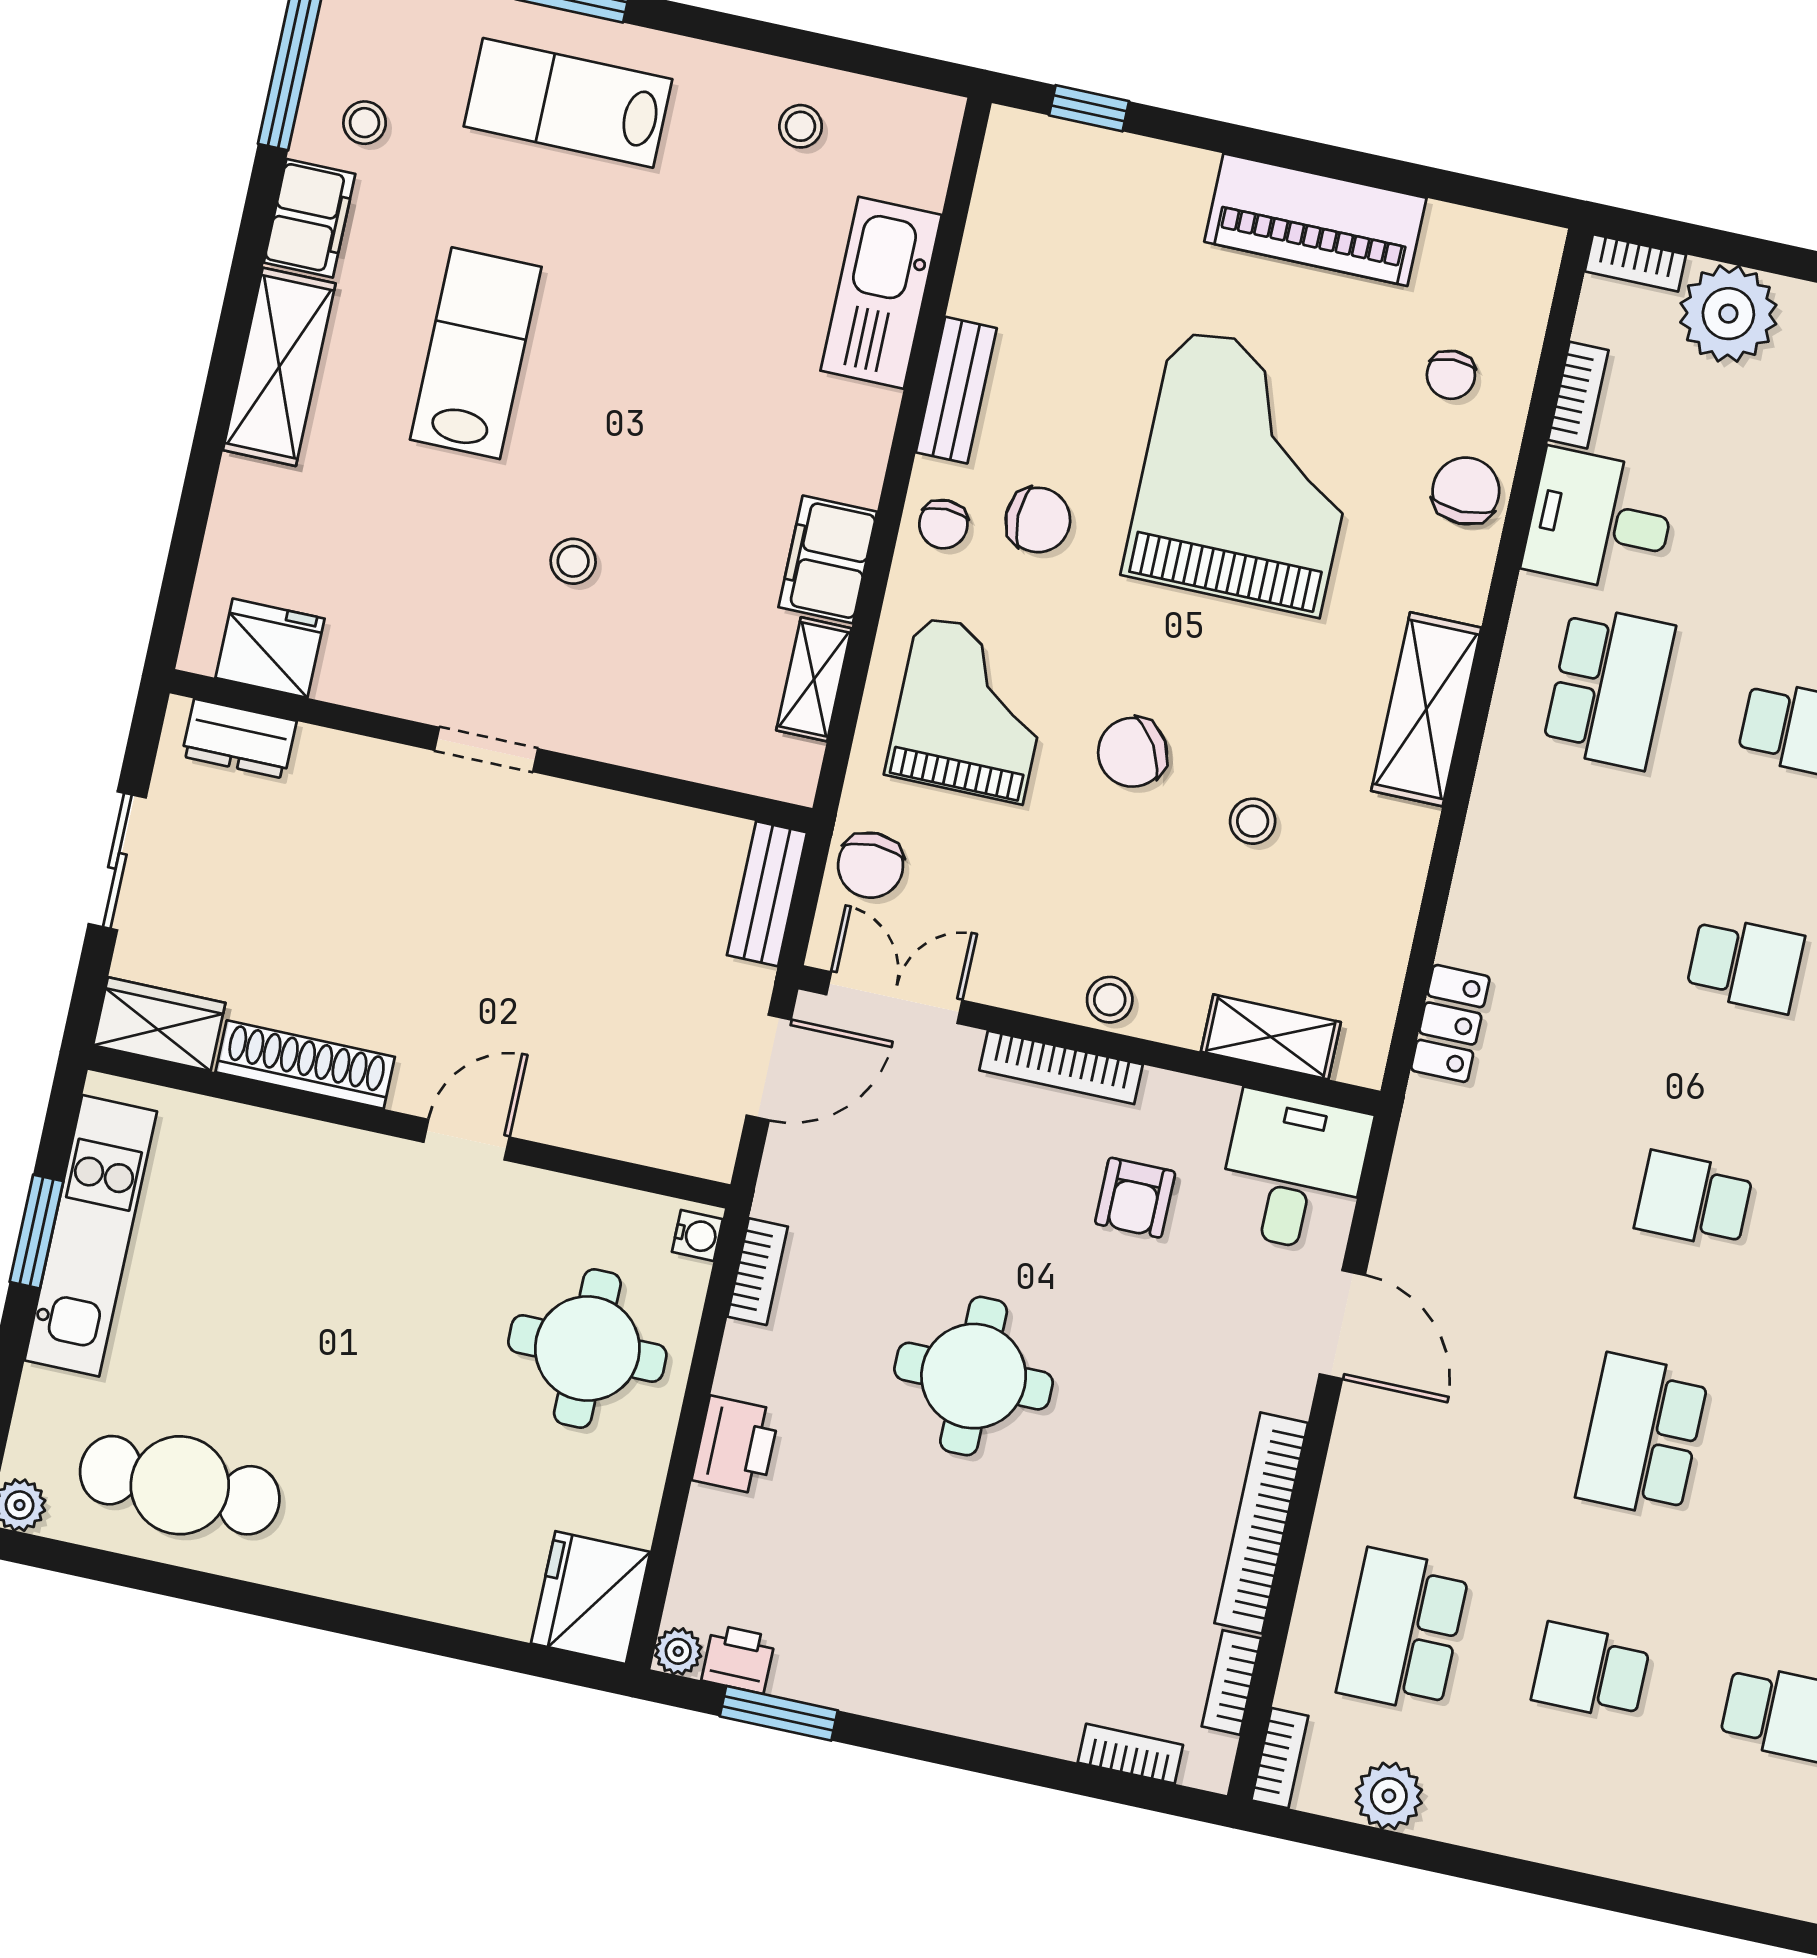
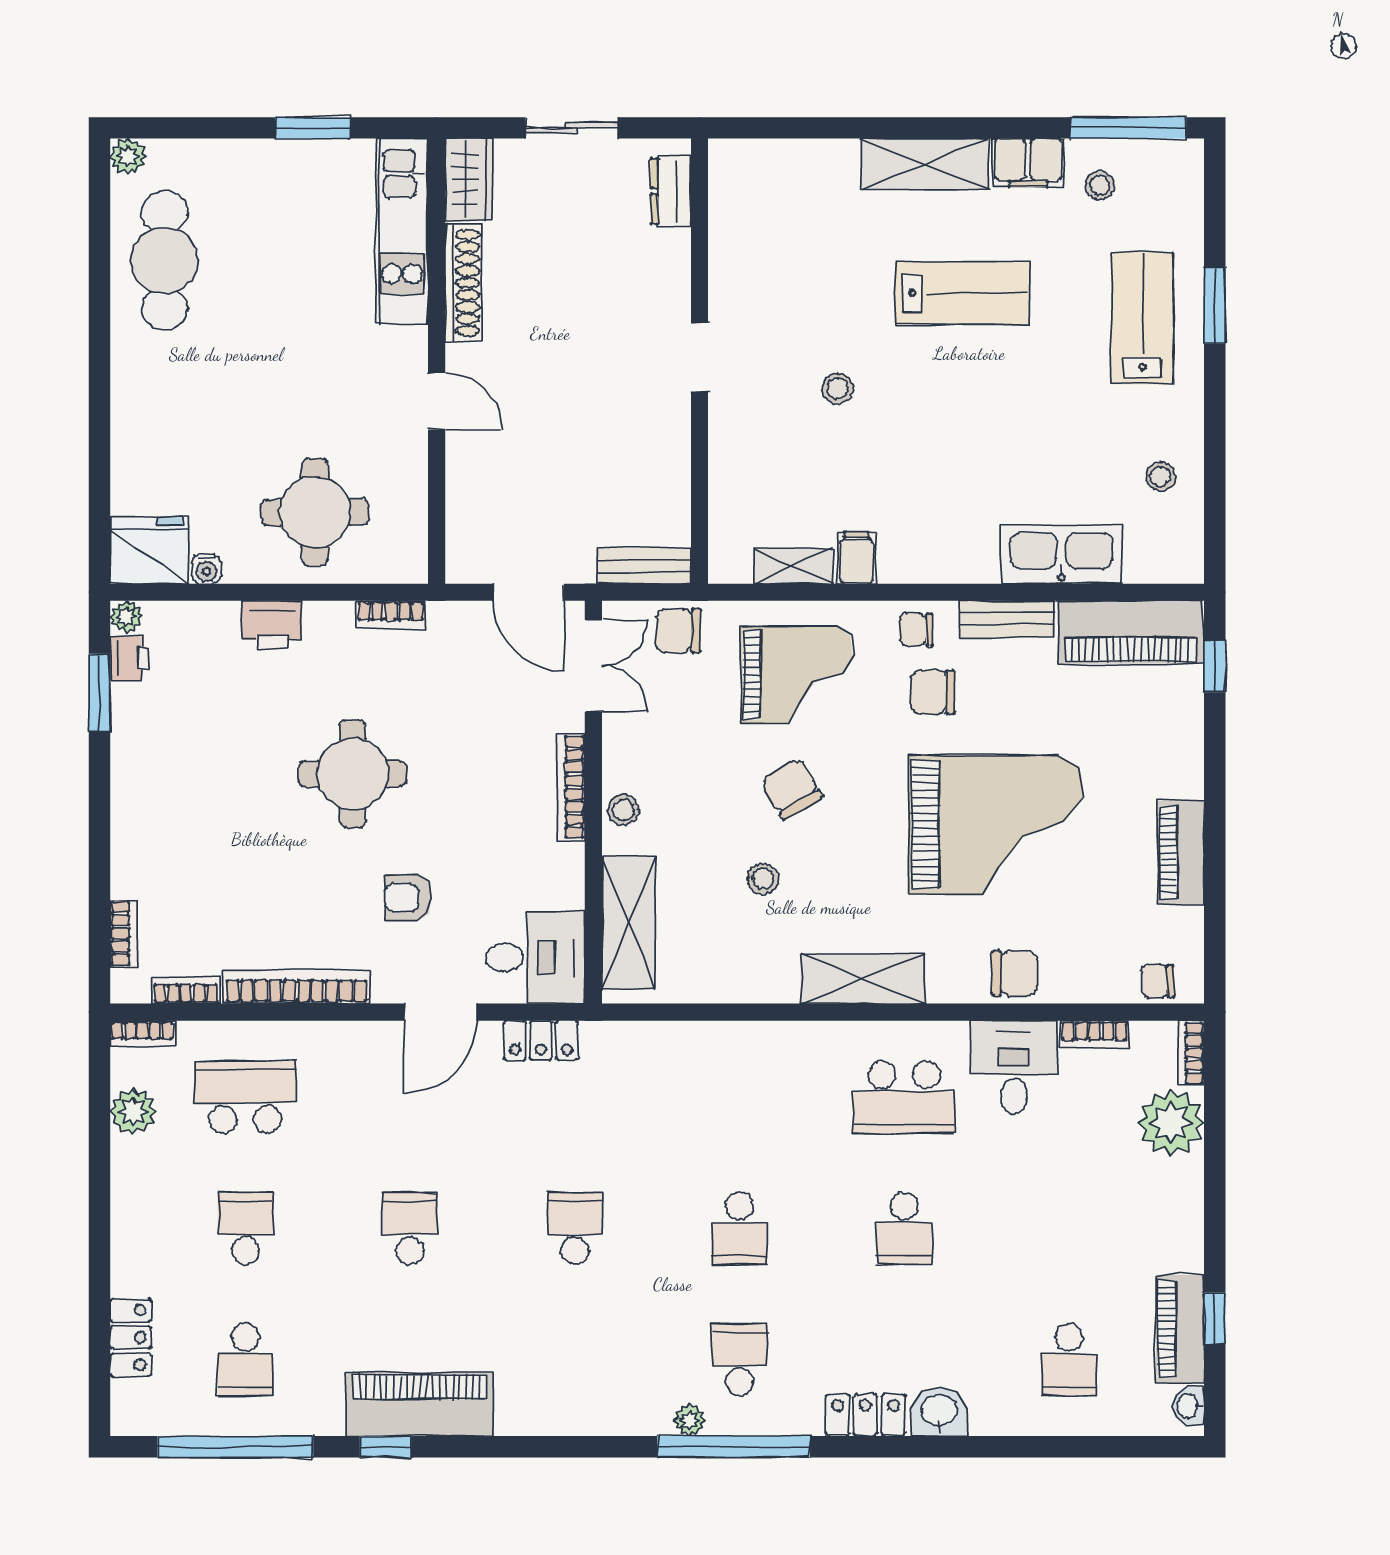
piano: (1014, 218) -> (1131, 632), added
piano: (1315, 220) -> (1181, 853), width x0.73, depth x0.75
chair: (1451, 375) -> (1158, 981), moved
chair: (1038, 520) -> (933, 692), turned 90
filing cabinet: (828, 559) -> (856, 558), width x0.50
fridge: (270, 648) -> (736, 199), removed
locker: (1450, 1023) -> (541, 1040), moved
shelving: (1271, 1037) -> (629, 923), width x1.50, depth x1.33
armchair: (1135, 1198) -> (408, 898), moved
water cooler: (697, 1235) -> (207, 569), moved
kitchen unit: (91, 1236) -> (402, 231), moved, turned 90
school desk: (1642, 1436) -> (410, 1228), width x0.54
locker: (1711, 1870) -> (131, 1337), added

